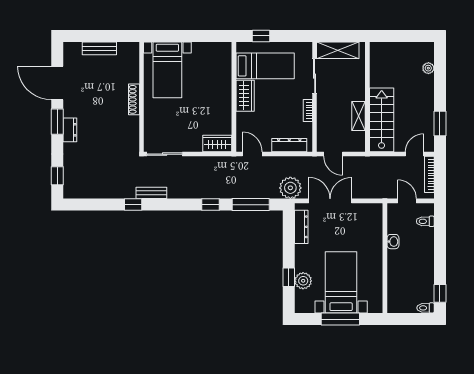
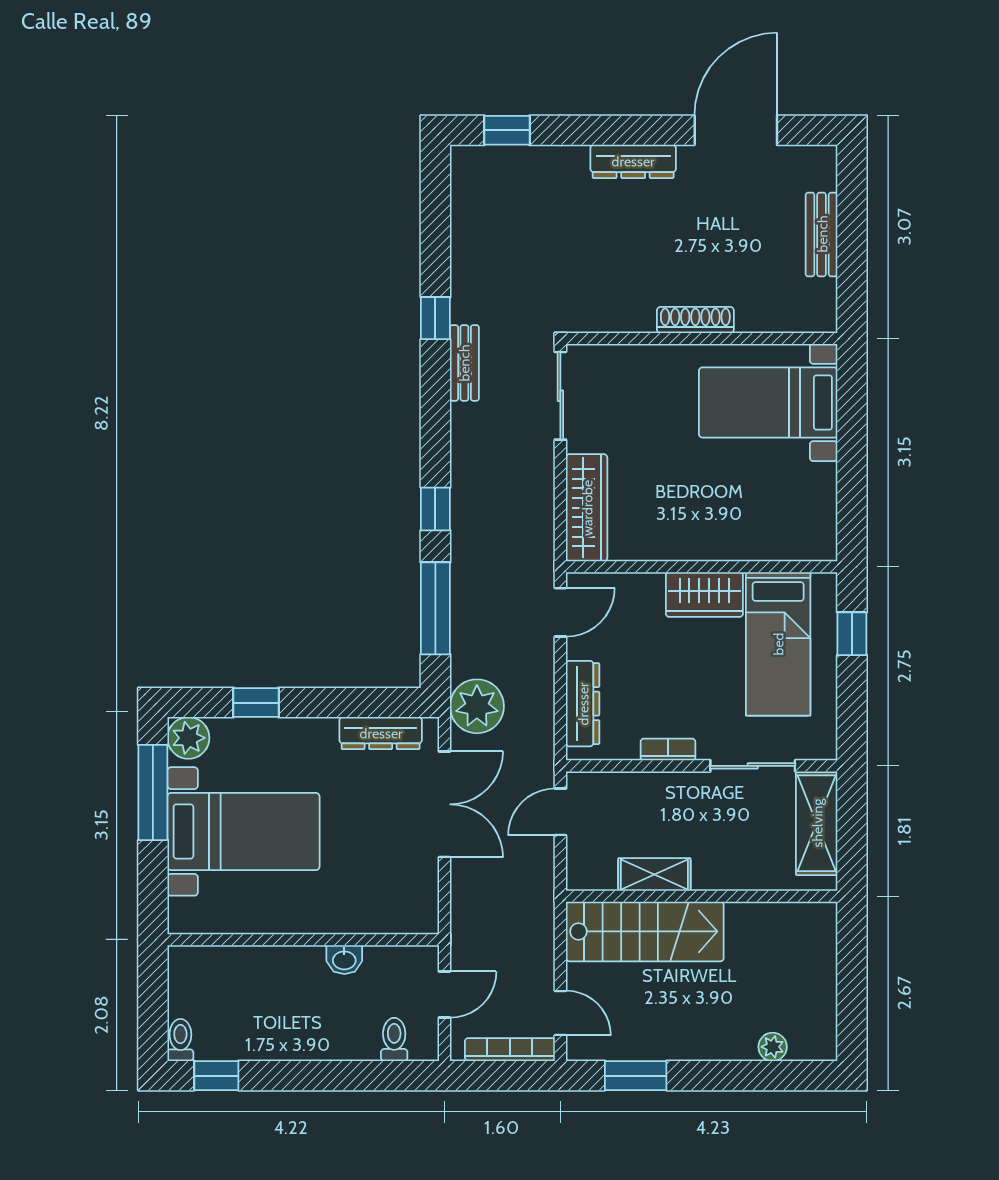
window: (57, 122) -> (640, 130), removed
dresser: (70, 130) -> (633, 161), width x1.44
wardrobe: (217, 143) -> (587, 508), width x1.50
plant: (303, 281) -> (188, 738), moved
window: (340, 319) -> (153, 793), moved

